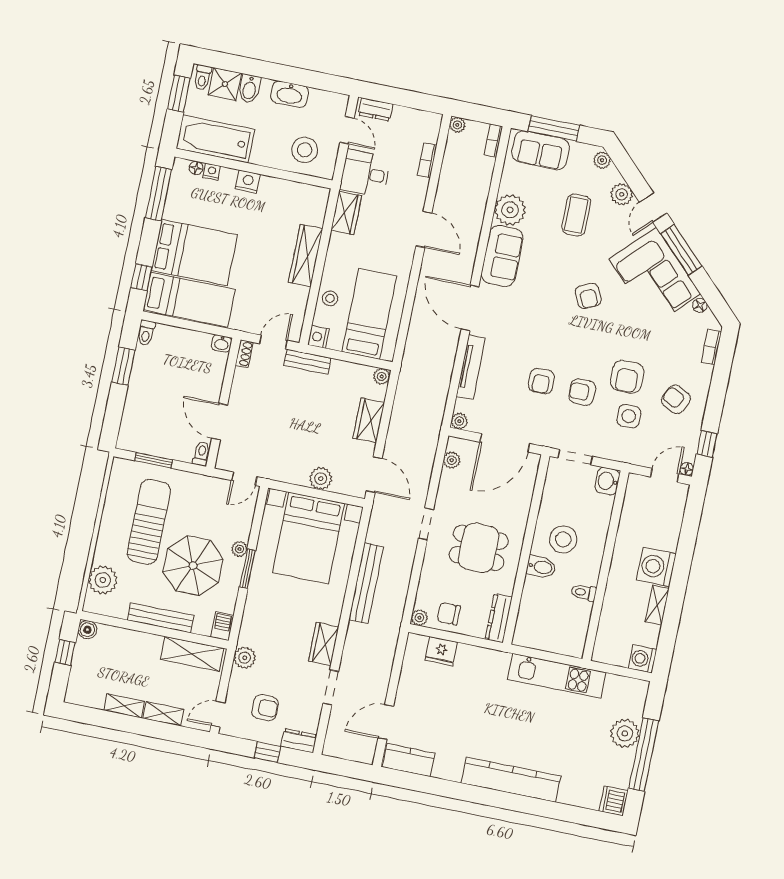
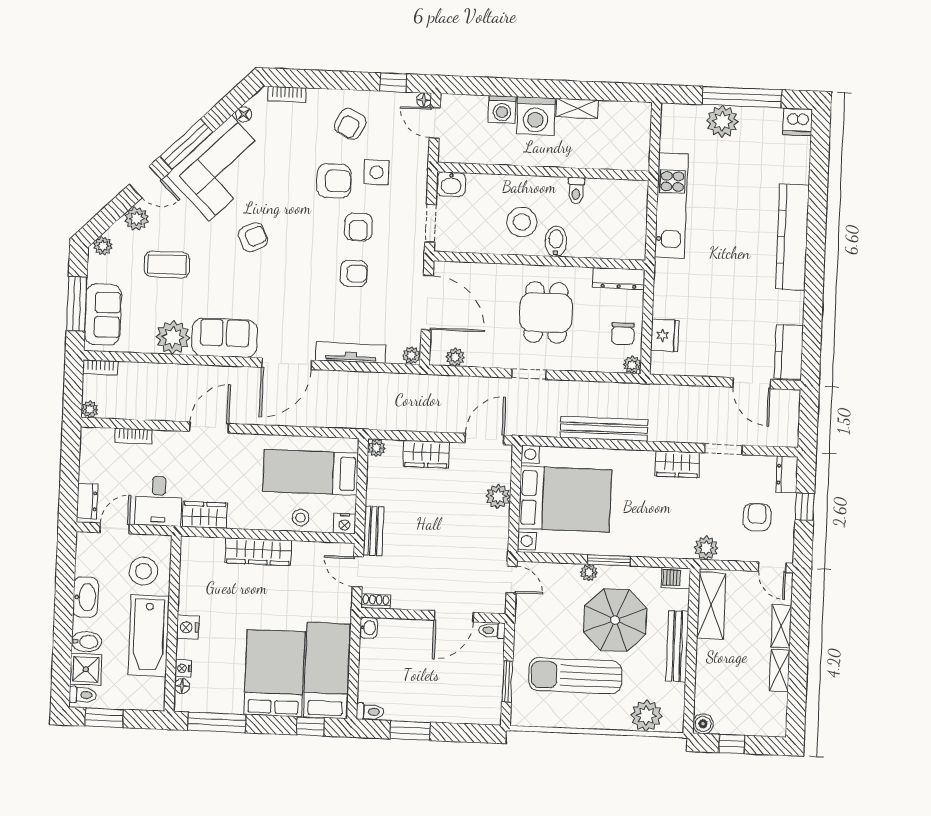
bathtub: (215, 139) -> (149, 636), moved
washing machine: (642, 659) -> (502, 109), moved

